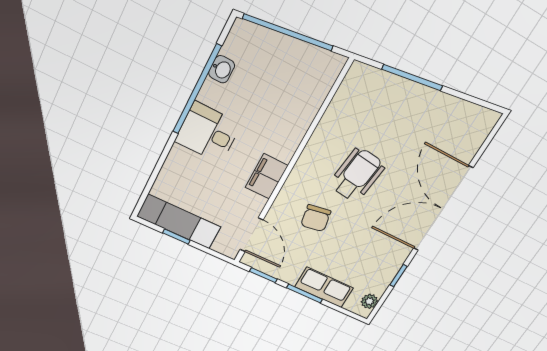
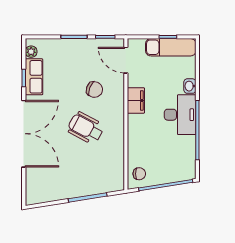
washbasin: (222, 69) -> (190, 86), moved
chair: (318, 72) -> (139, 174), added
desk: (208, 133) -> (180, 115), width x1.37
wheelchair: (357, 175) -> (86, 128), turned 111
chair: (316, 218) -> (94, 90), turned 121
row of seats: (324, 287) -> (34, 77), moved, turned -90

